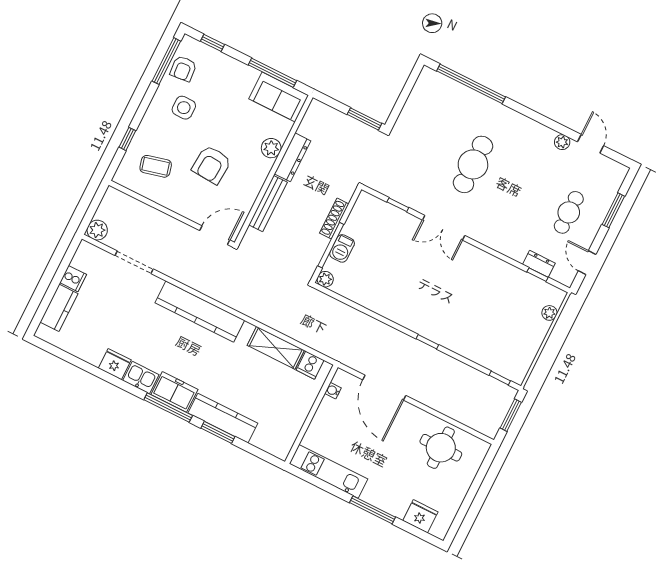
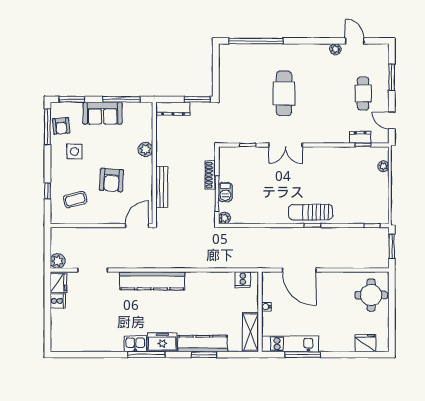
window: (213, 43) -> (72, 99), width x1.50
sofa: (279, 97) -> (103, 113), moved
dresser: (293, 157) -> (173, 109), moved, turned 90
kitchen counter: (59, 308) -> (58, 325), removed
sun lounger: (433, 324) -> (311, 212), added
shelving: (276, 348) -> (250, 332), moved, turned 90
fridge: (115, 364) -> (58, 283), moved, turned 90
water cooler: (333, 391) -> (266, 307), moved
window: (168, 408) -> (146, 355), moved
round table: (441, 448) -> (371, 295), moved
window: (372, 510) -> (303, 355), moved

